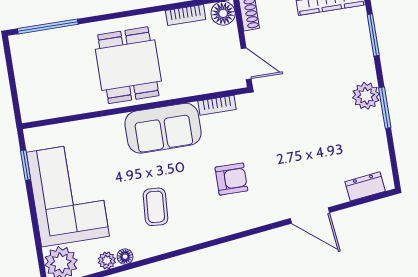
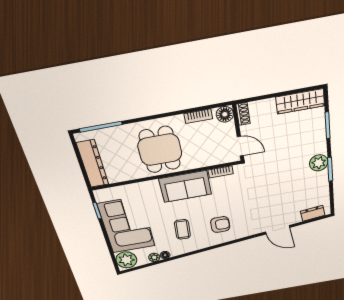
dresser: (29, 84) -> (93, 164), added
armchair: (231, 179) -> (220, 225), moved

